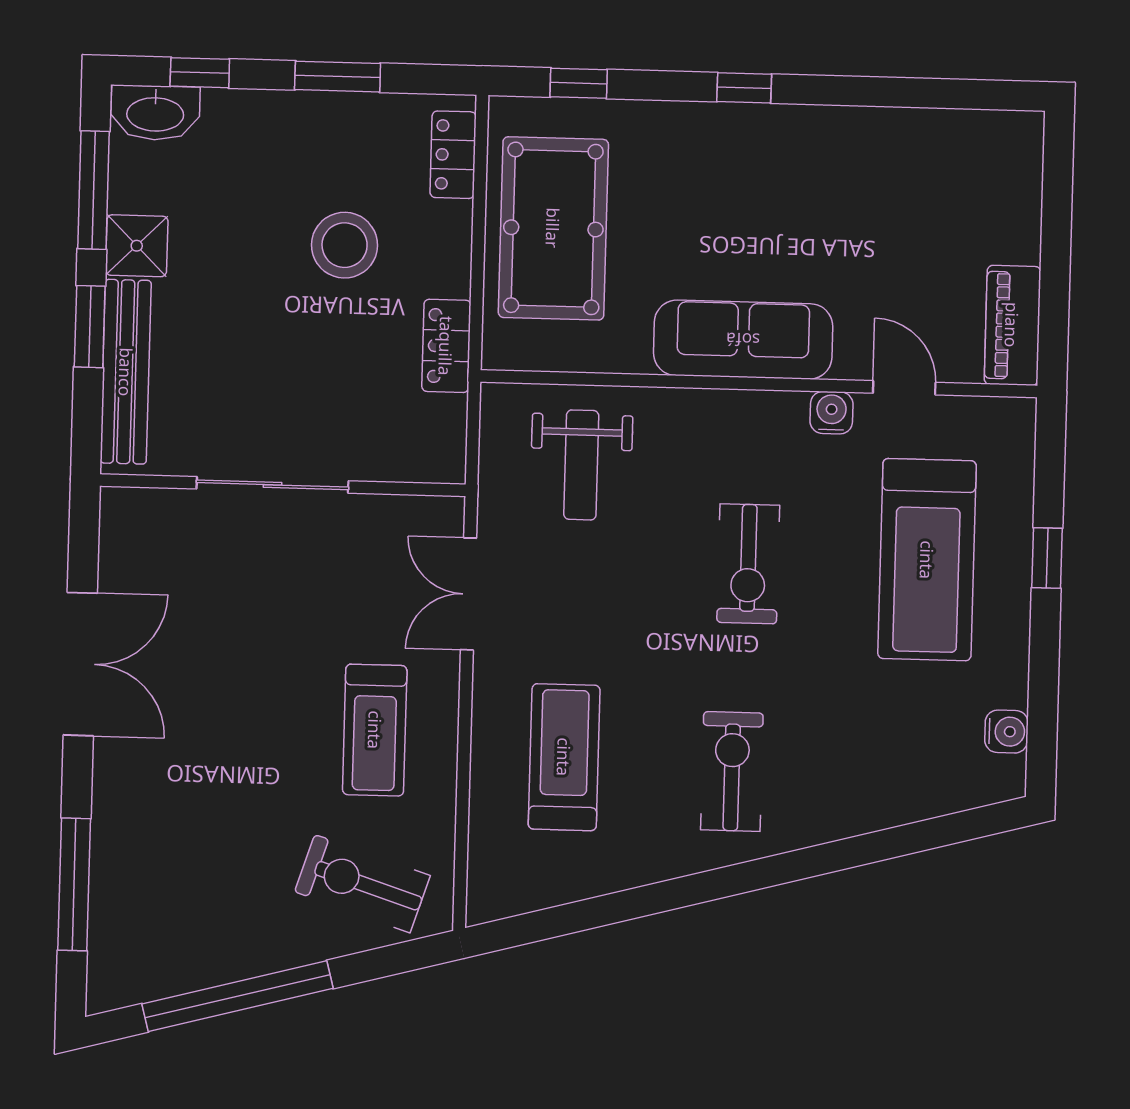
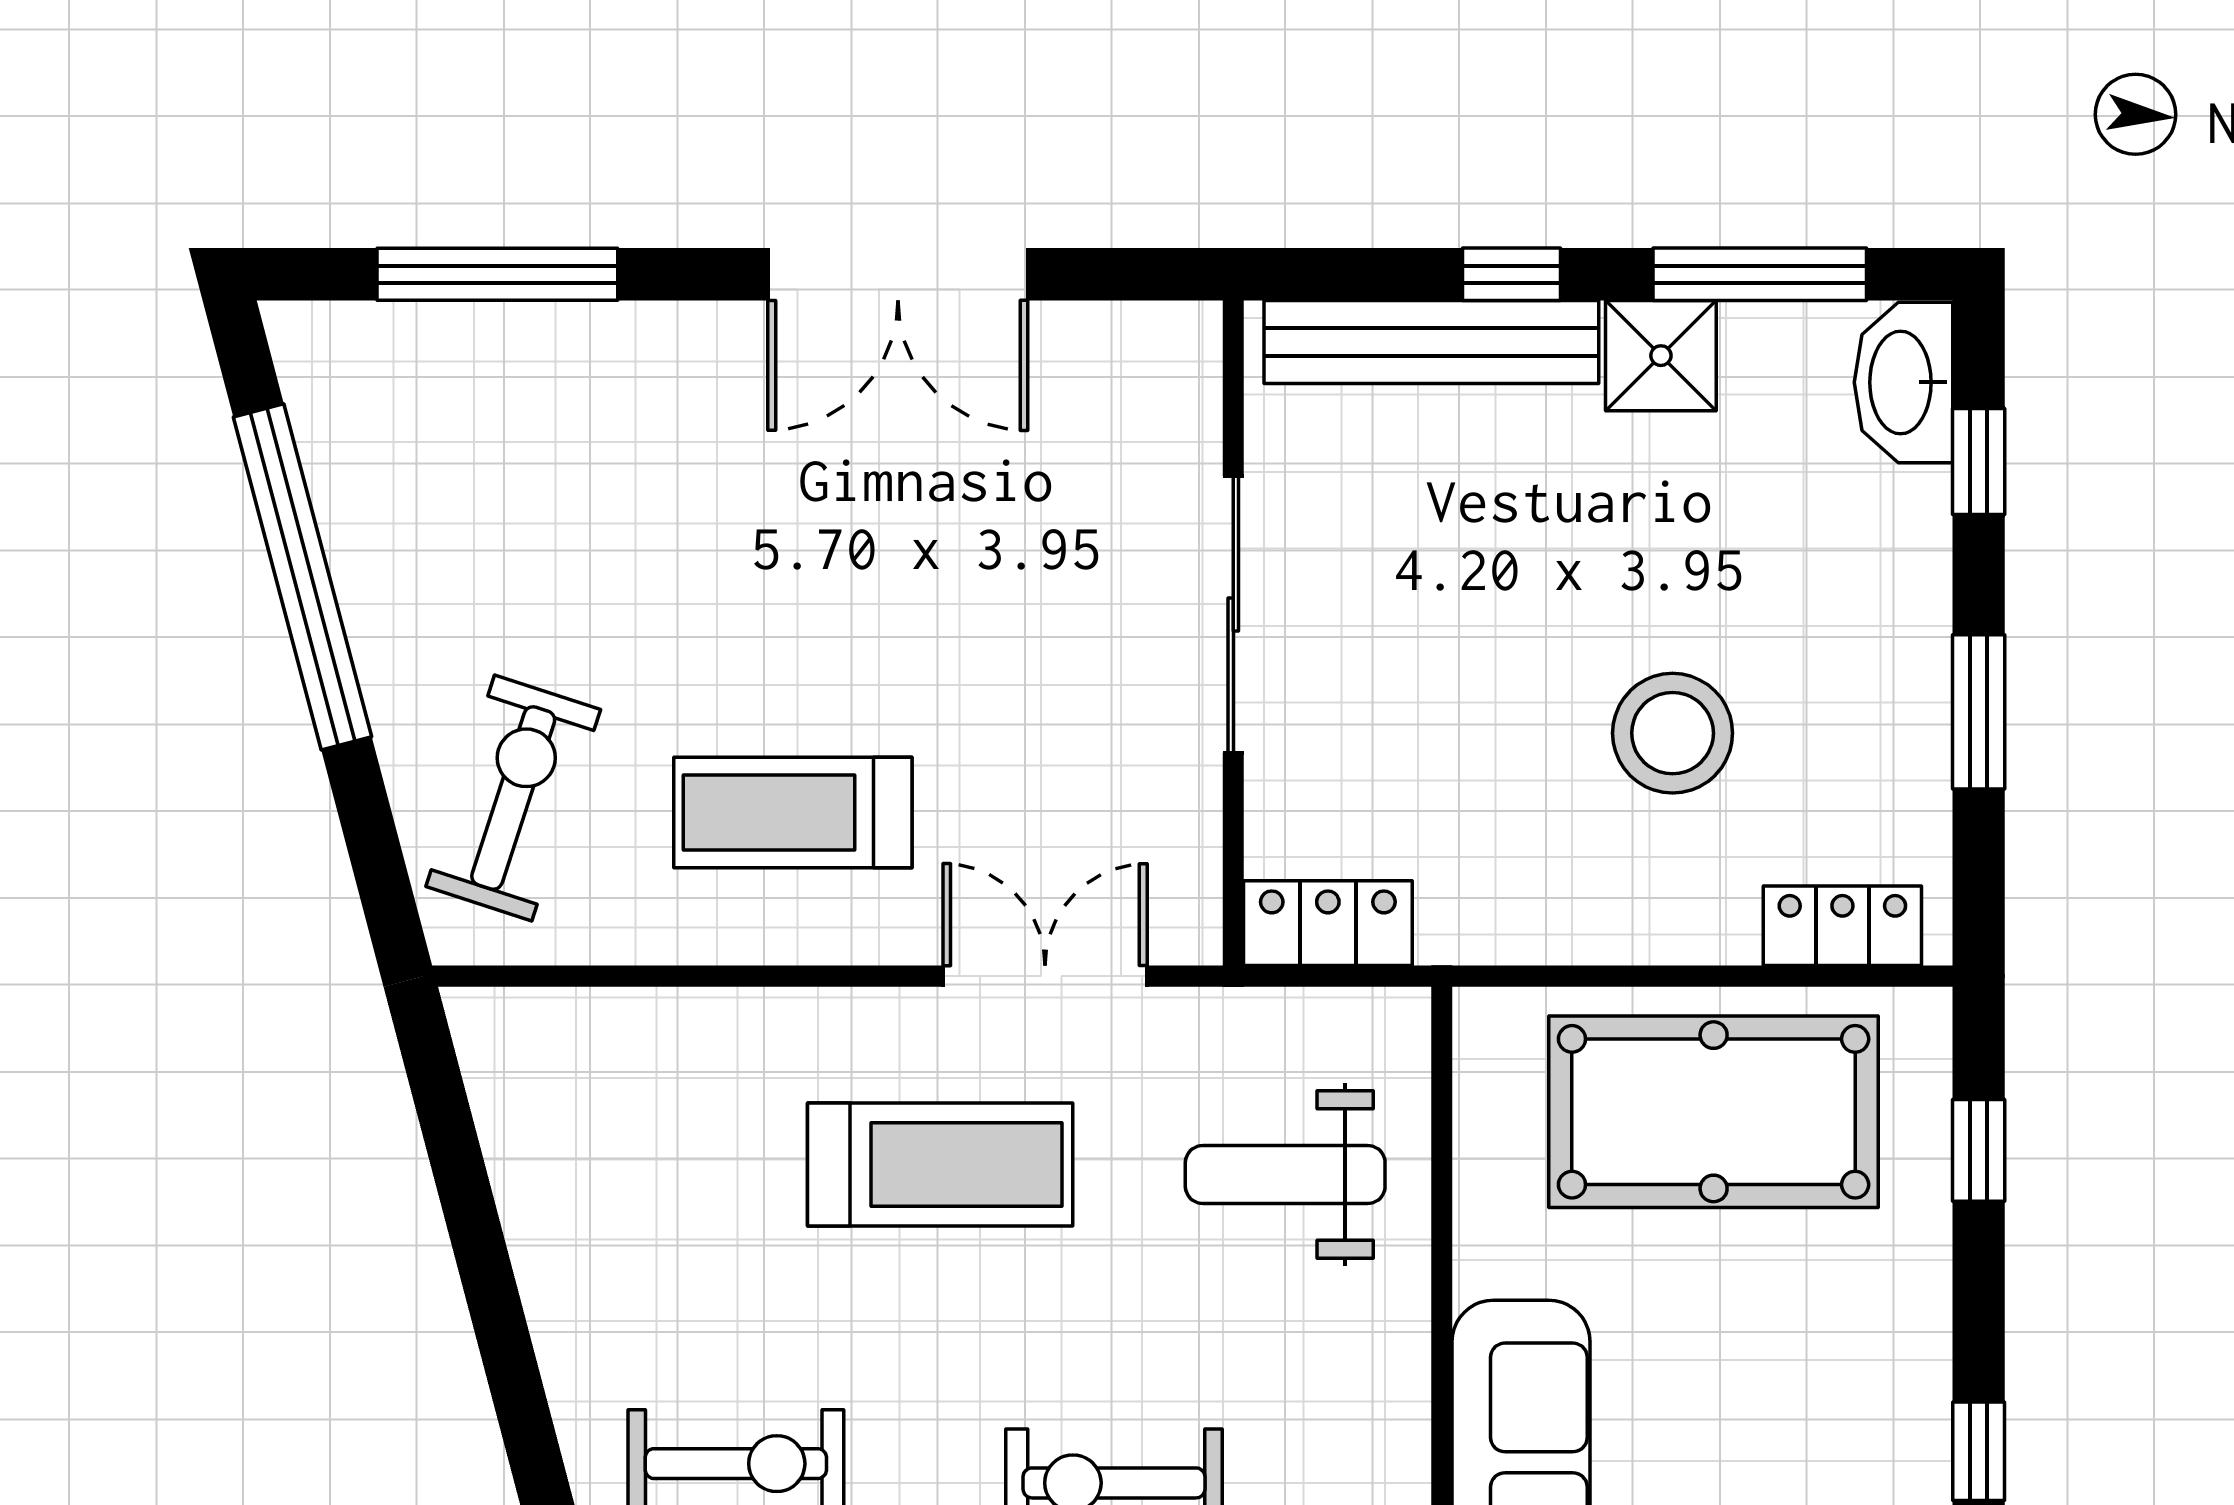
window: (90, 327) -> (1512, 274), width x0.67
locker: (446, 346) -> (1328, 923), moved
treadmill: (564, 757) -> (940, 1165), moved

